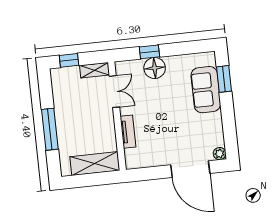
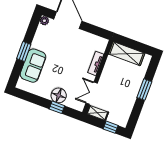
window: (224, 79) -> (24, 52), moved
window: (50, 129) -> (144, 90), width x0.69

